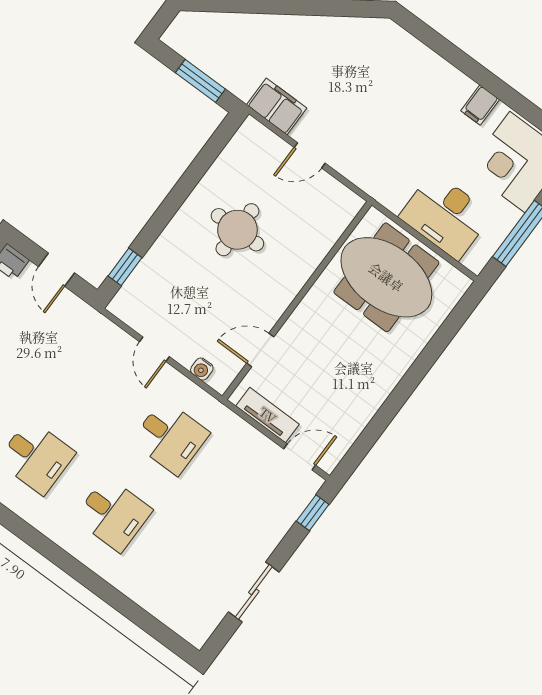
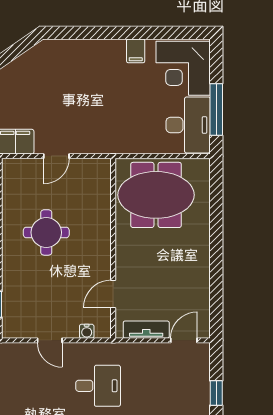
desk: (445, 216) -> (188, 125), moved, turned -90
window: (313, 513) -> (216, 393), moved

